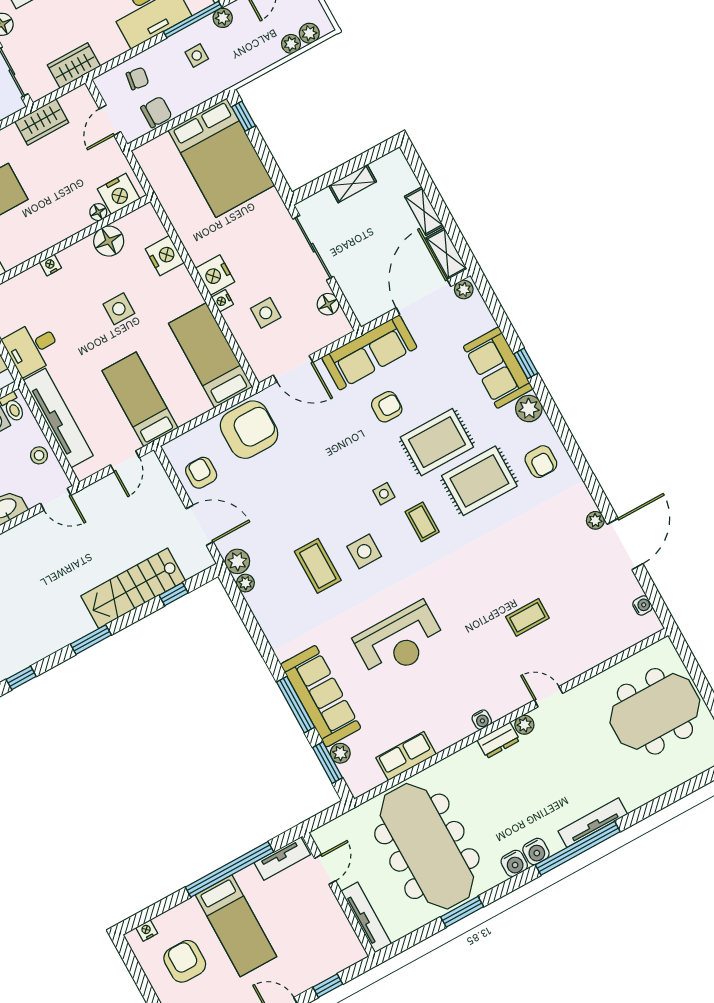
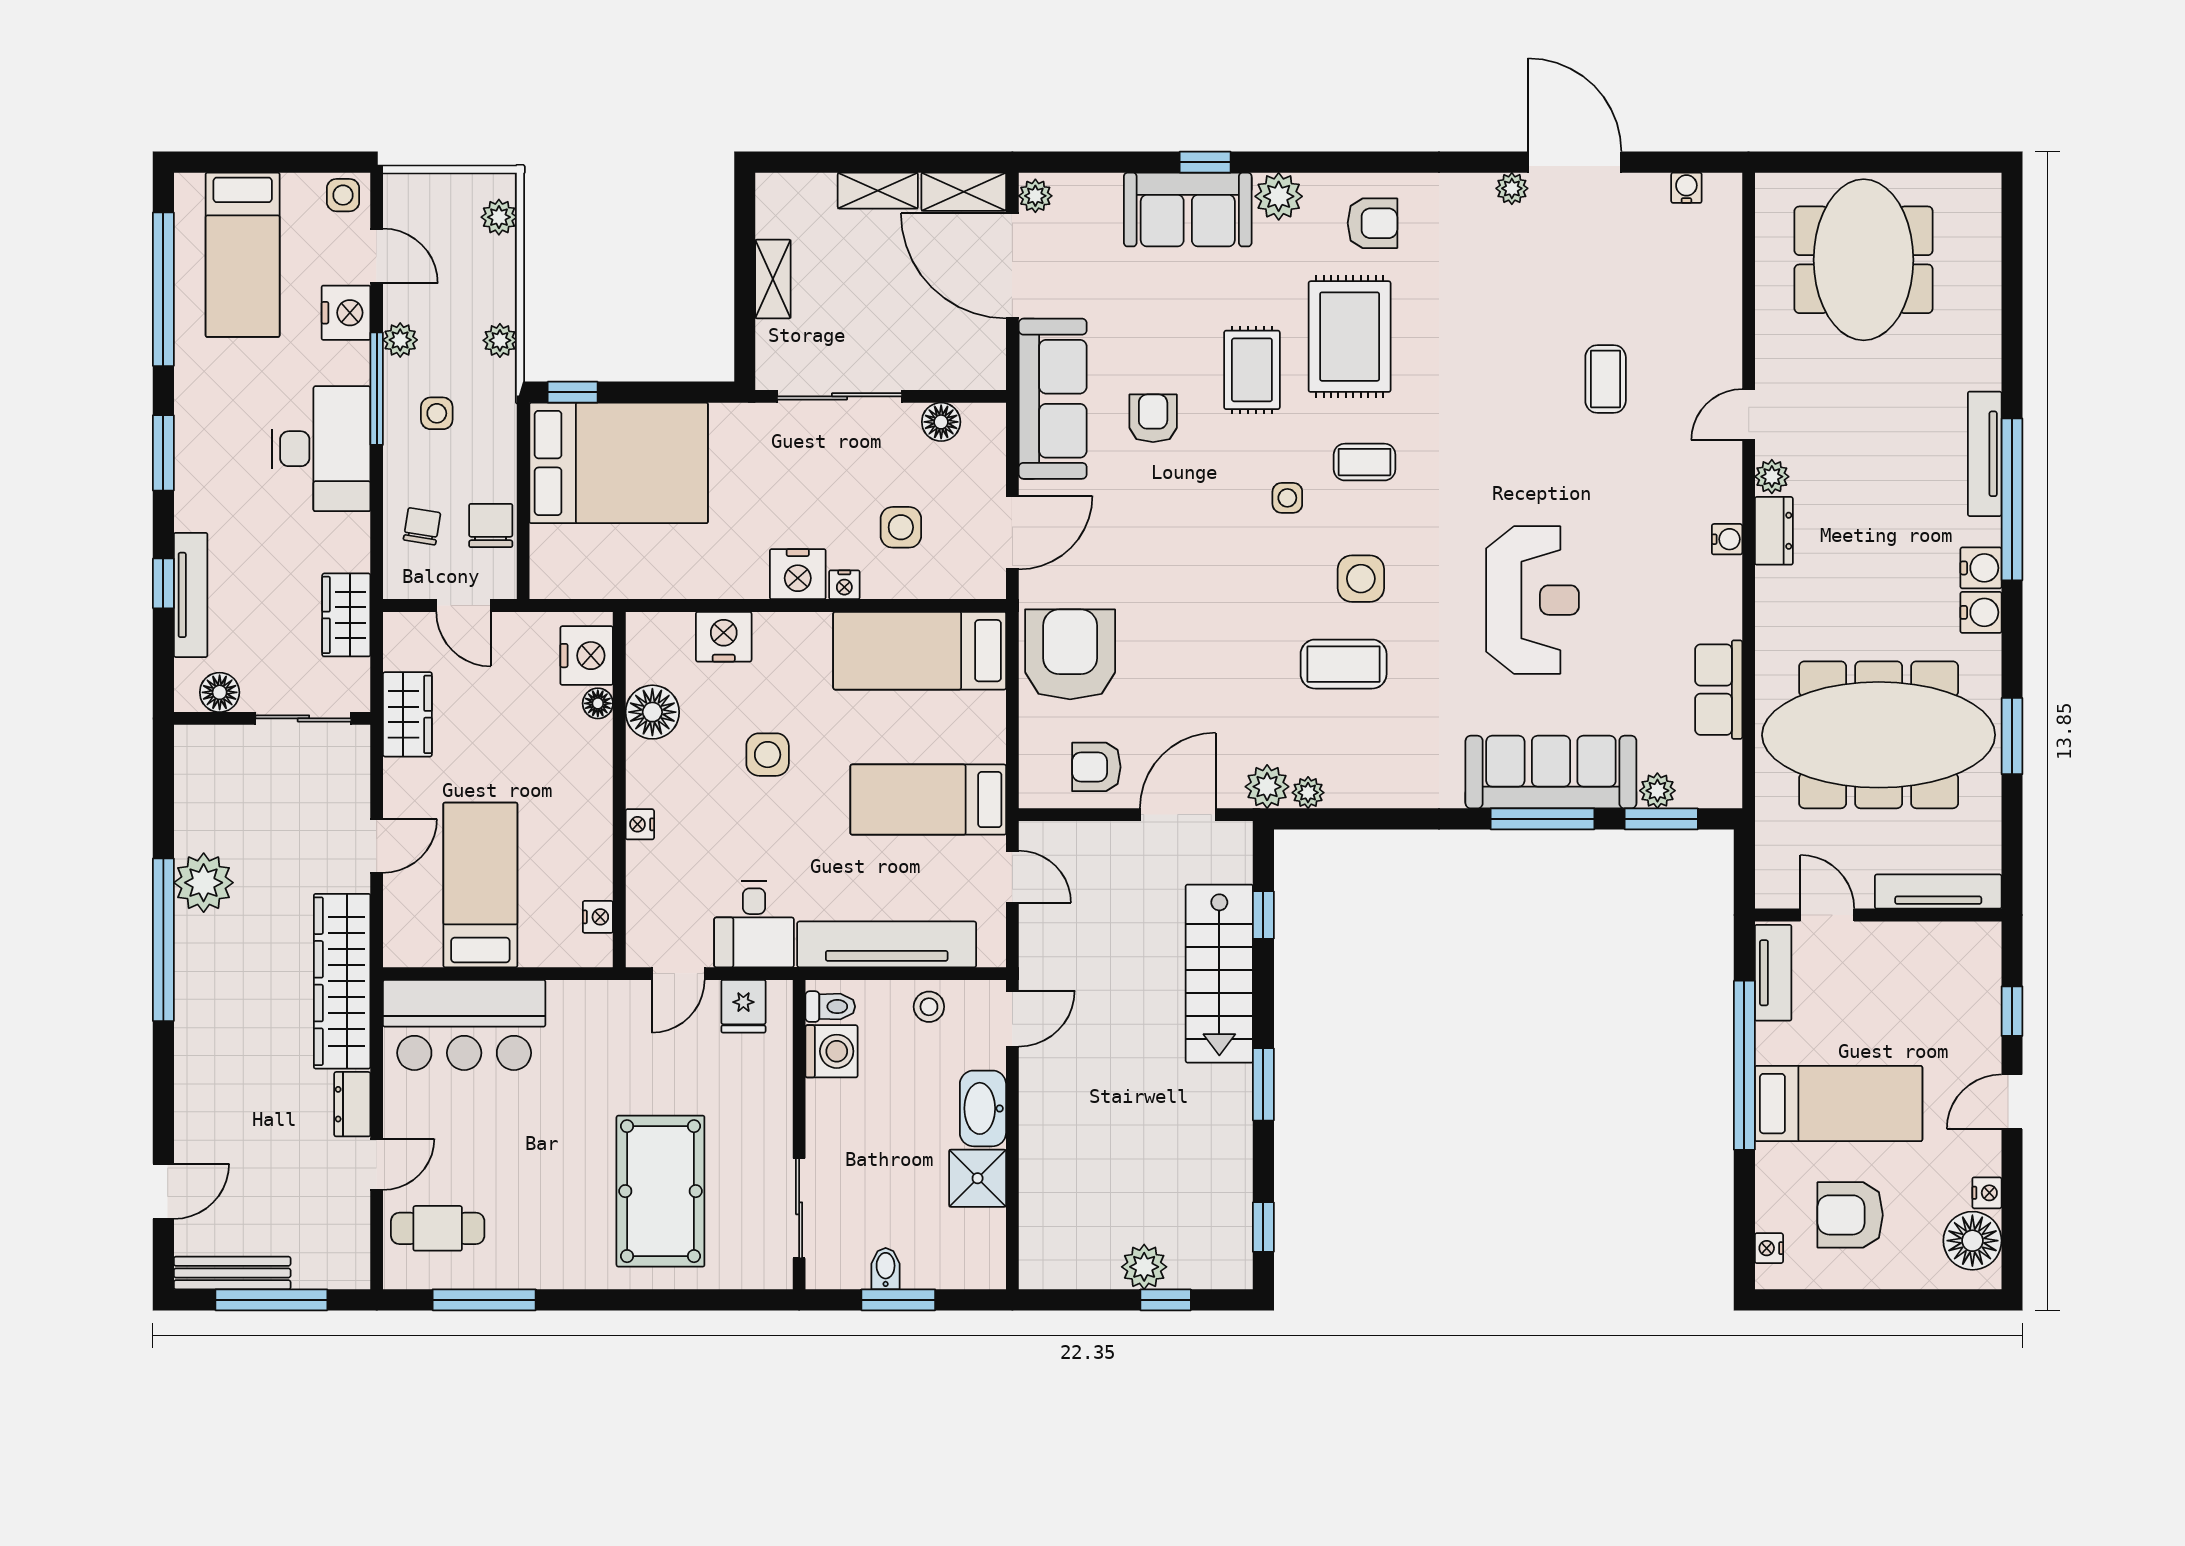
plant: (291, 44) -> (500, 340), moved
rug: (437, 442) -> (1252, 370), width x0.73, depth x0.70

